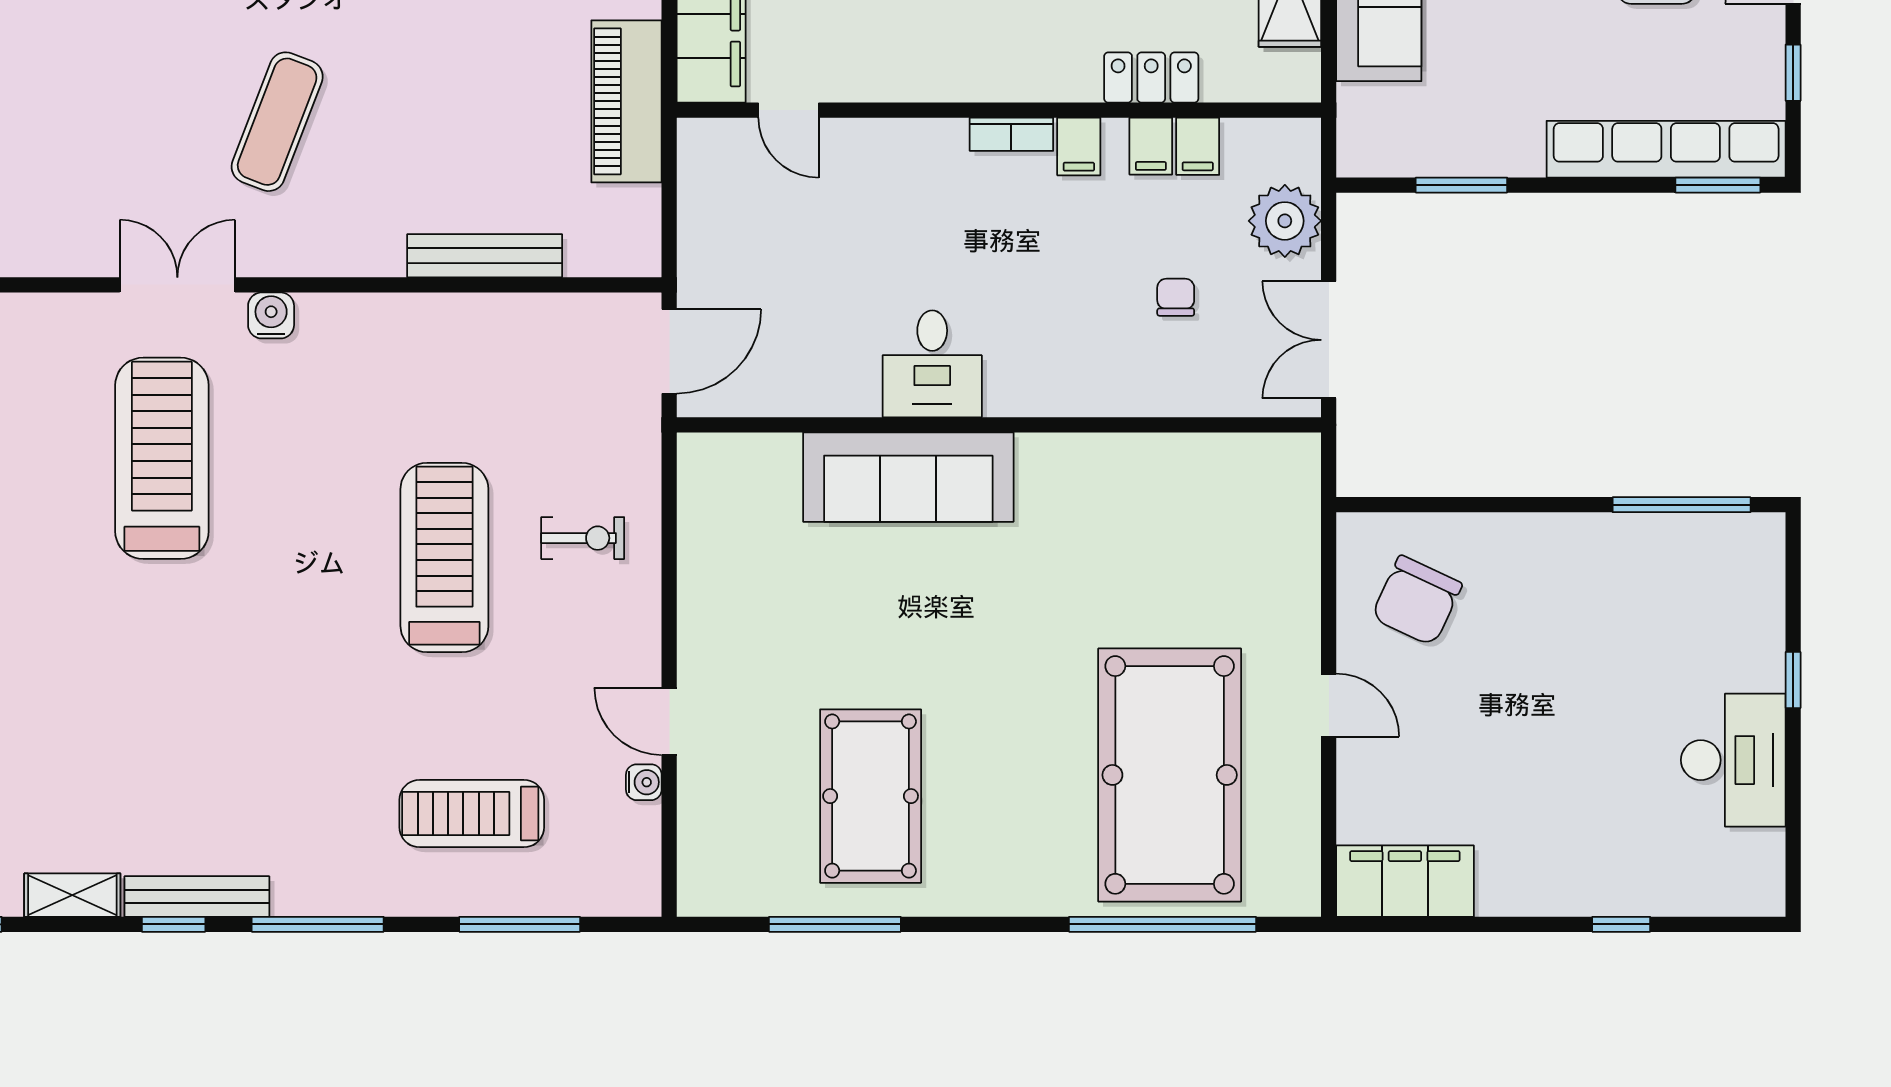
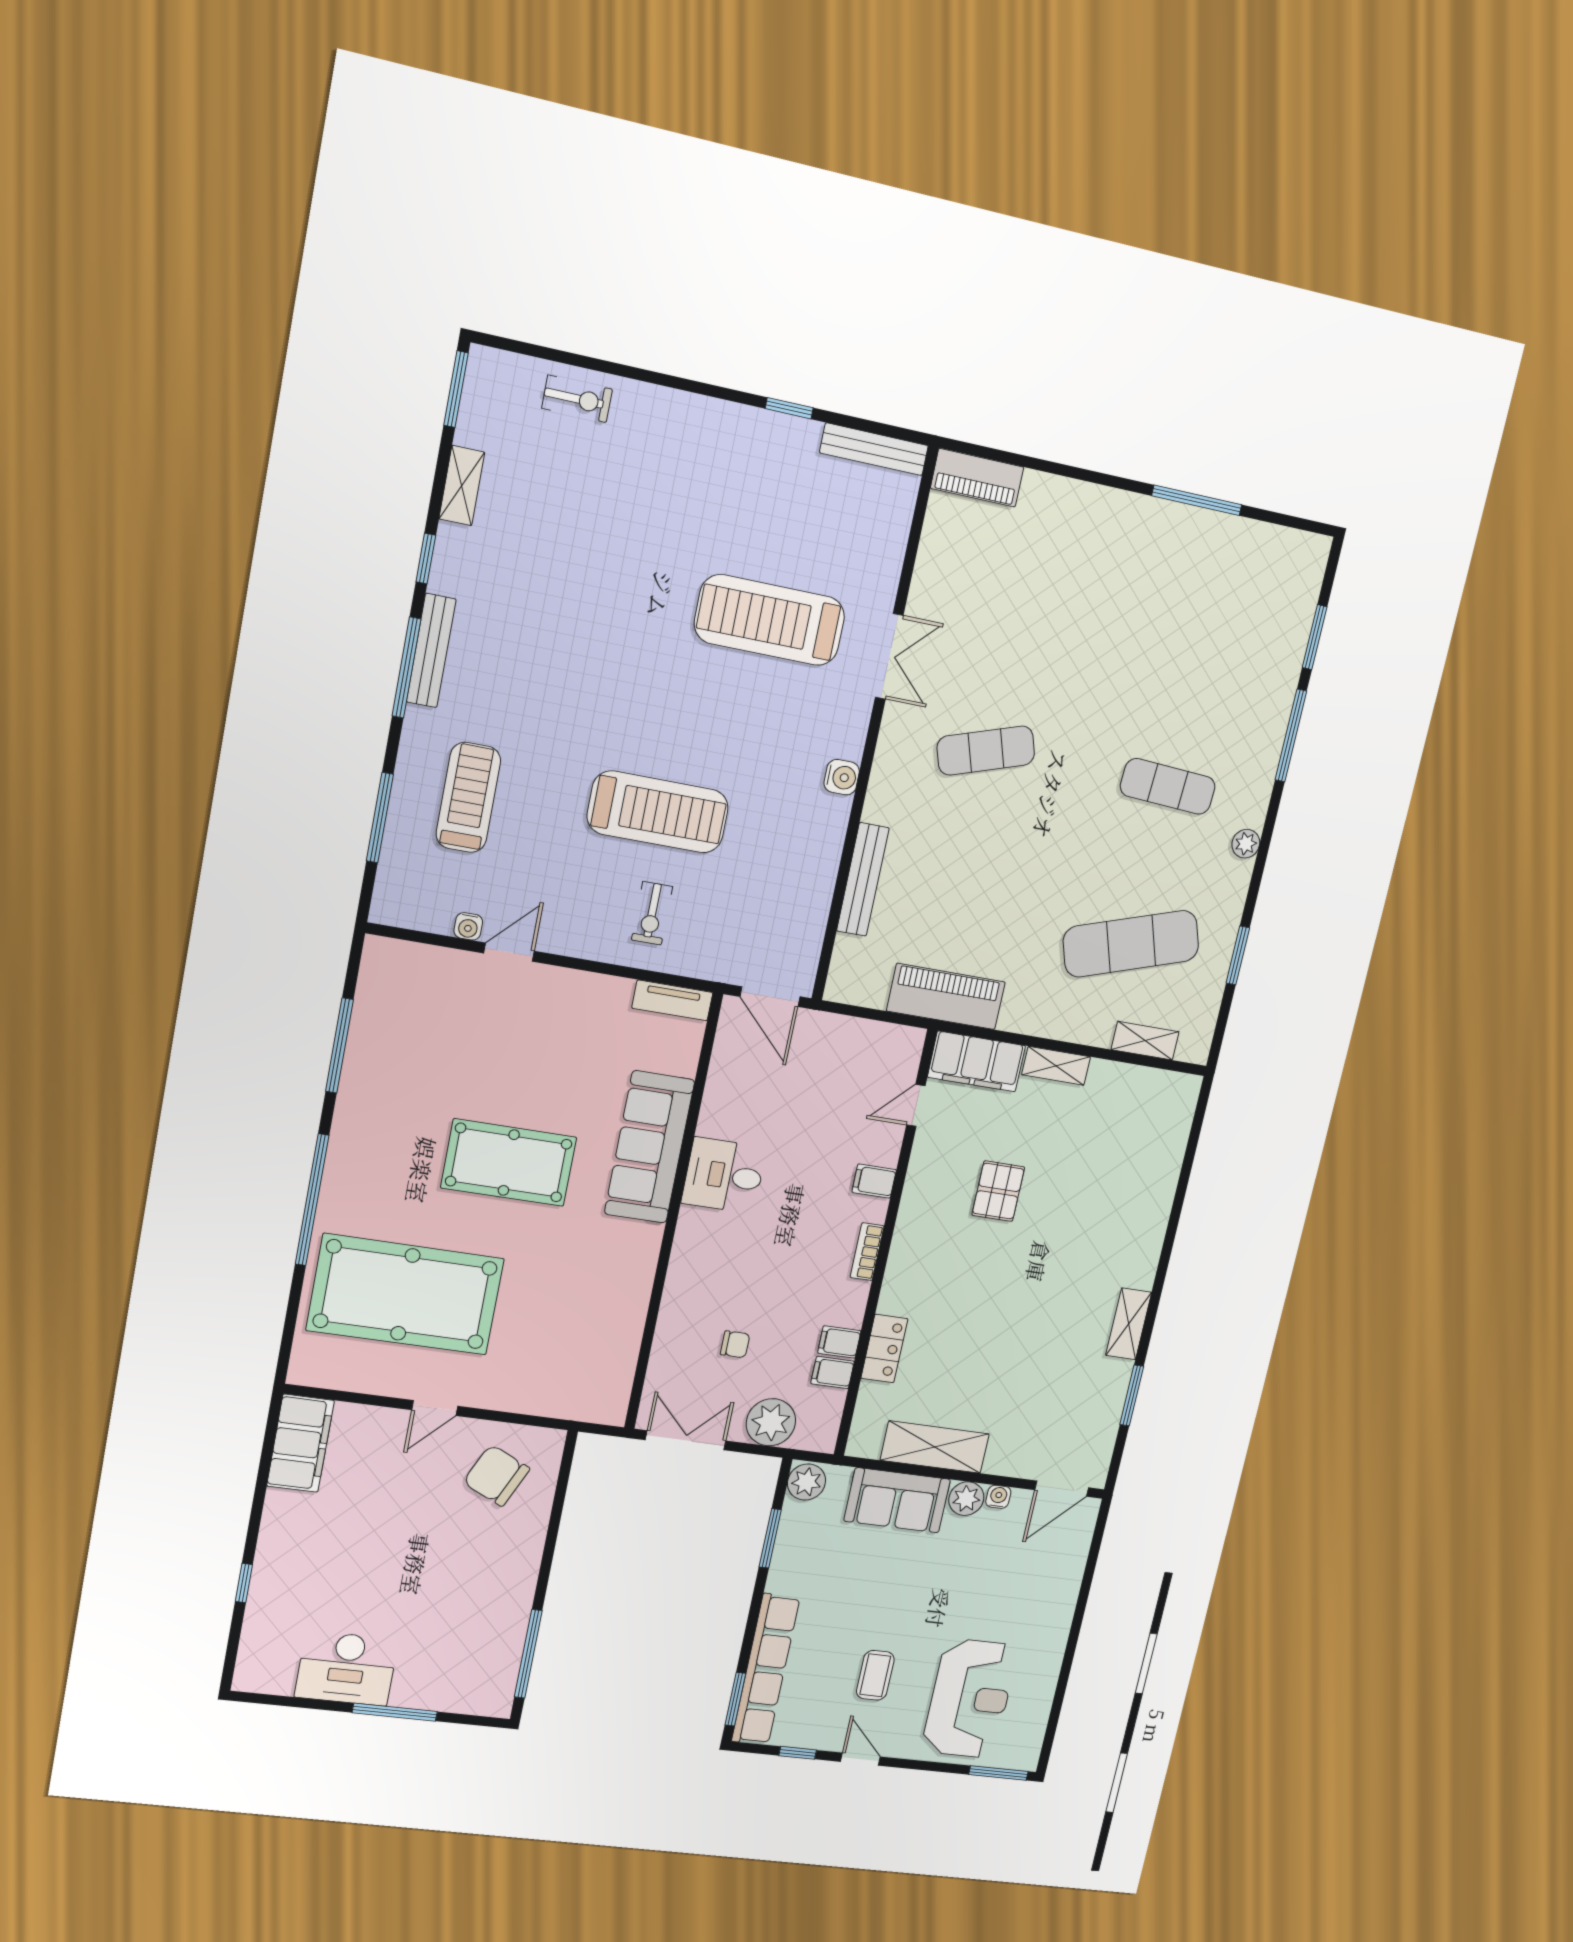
exercise mat: (277, 122) -> (986, 751), turned -39
filing cabinet: (1079, 146) -> (874, 1181), moved
plant: (1368, 149) -> (806, 1482), added
water cooler: (271, 315) -> (842, 777), moved
treadmill: (162, 458) -> (770, 620), turned 180
tv unit: (697, 486) -> (672, 1000), added
window: (1793, 680) -> (395, 1712), width x2.17
pool table: (871, 796) -> (509, 1163), moved
bench: (197, 896) -> (431, 651), moved
window: (1163, 924) -> (312, 1200), moved

